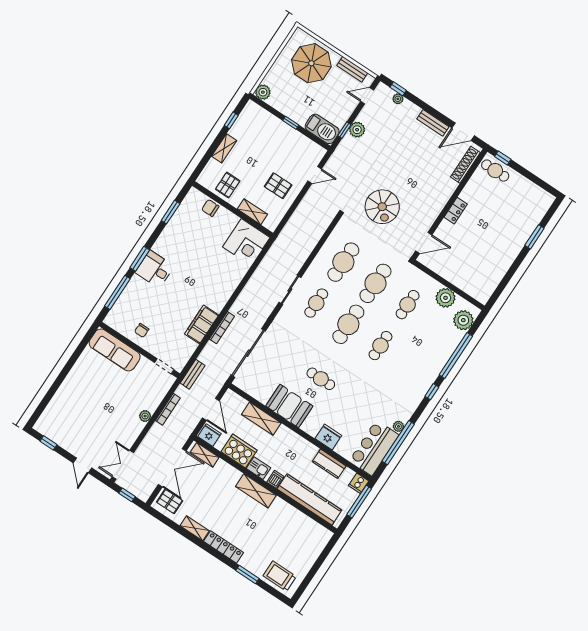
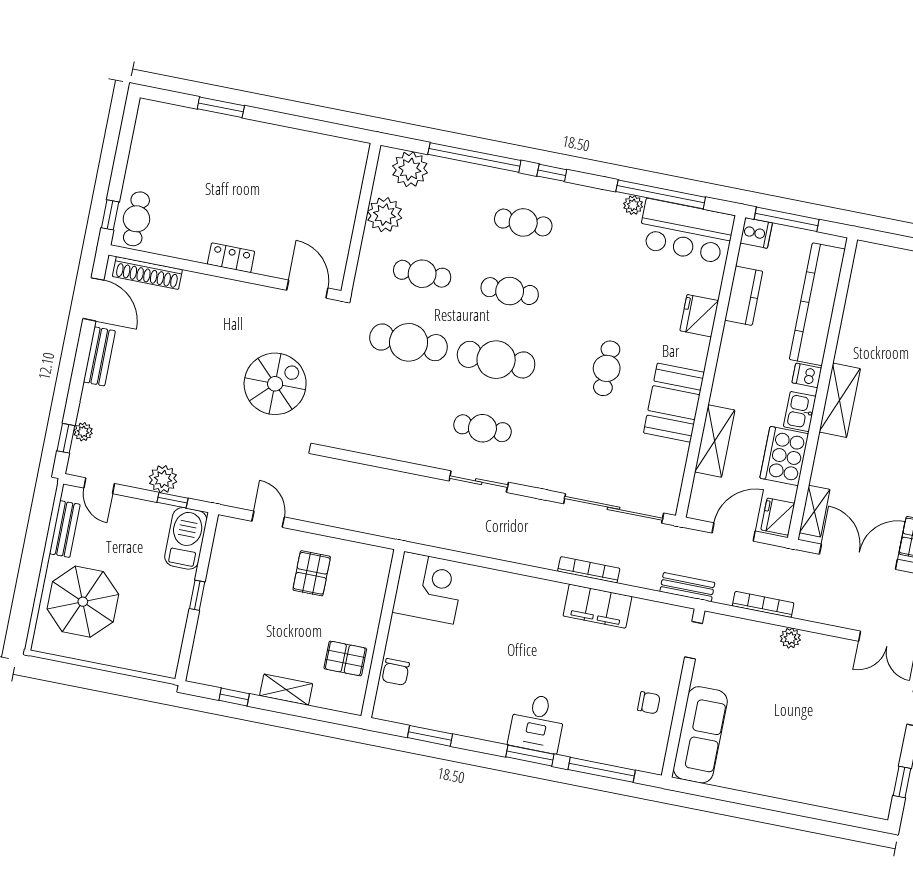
plant: (263, 92) -> (165, 663), removed
shelving: (252, 212) -> (373, 598), removed
cafe table: (343, 262) -> (523, 222), moved, width x0.73, depth x0.74

